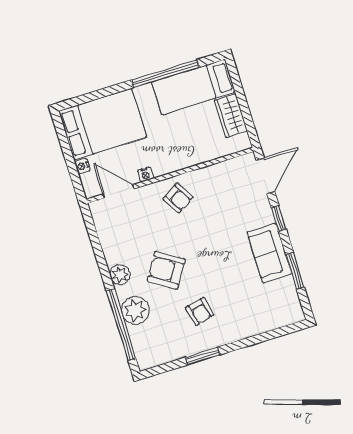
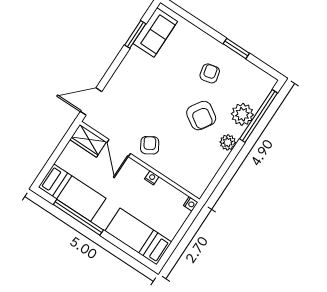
wardrobe: (231, 116) -> (88, 141), moved, turned 90
bed: (103, 124) -> (138, 236), width x0.67
nightstand: (82, 166) -> (191, 204), moved
door: (119, 191) -> (119, 148), moved
window: (279, 218) -> (111, 71), removed
sofa: (269, 253) -> (155, 32), moved

